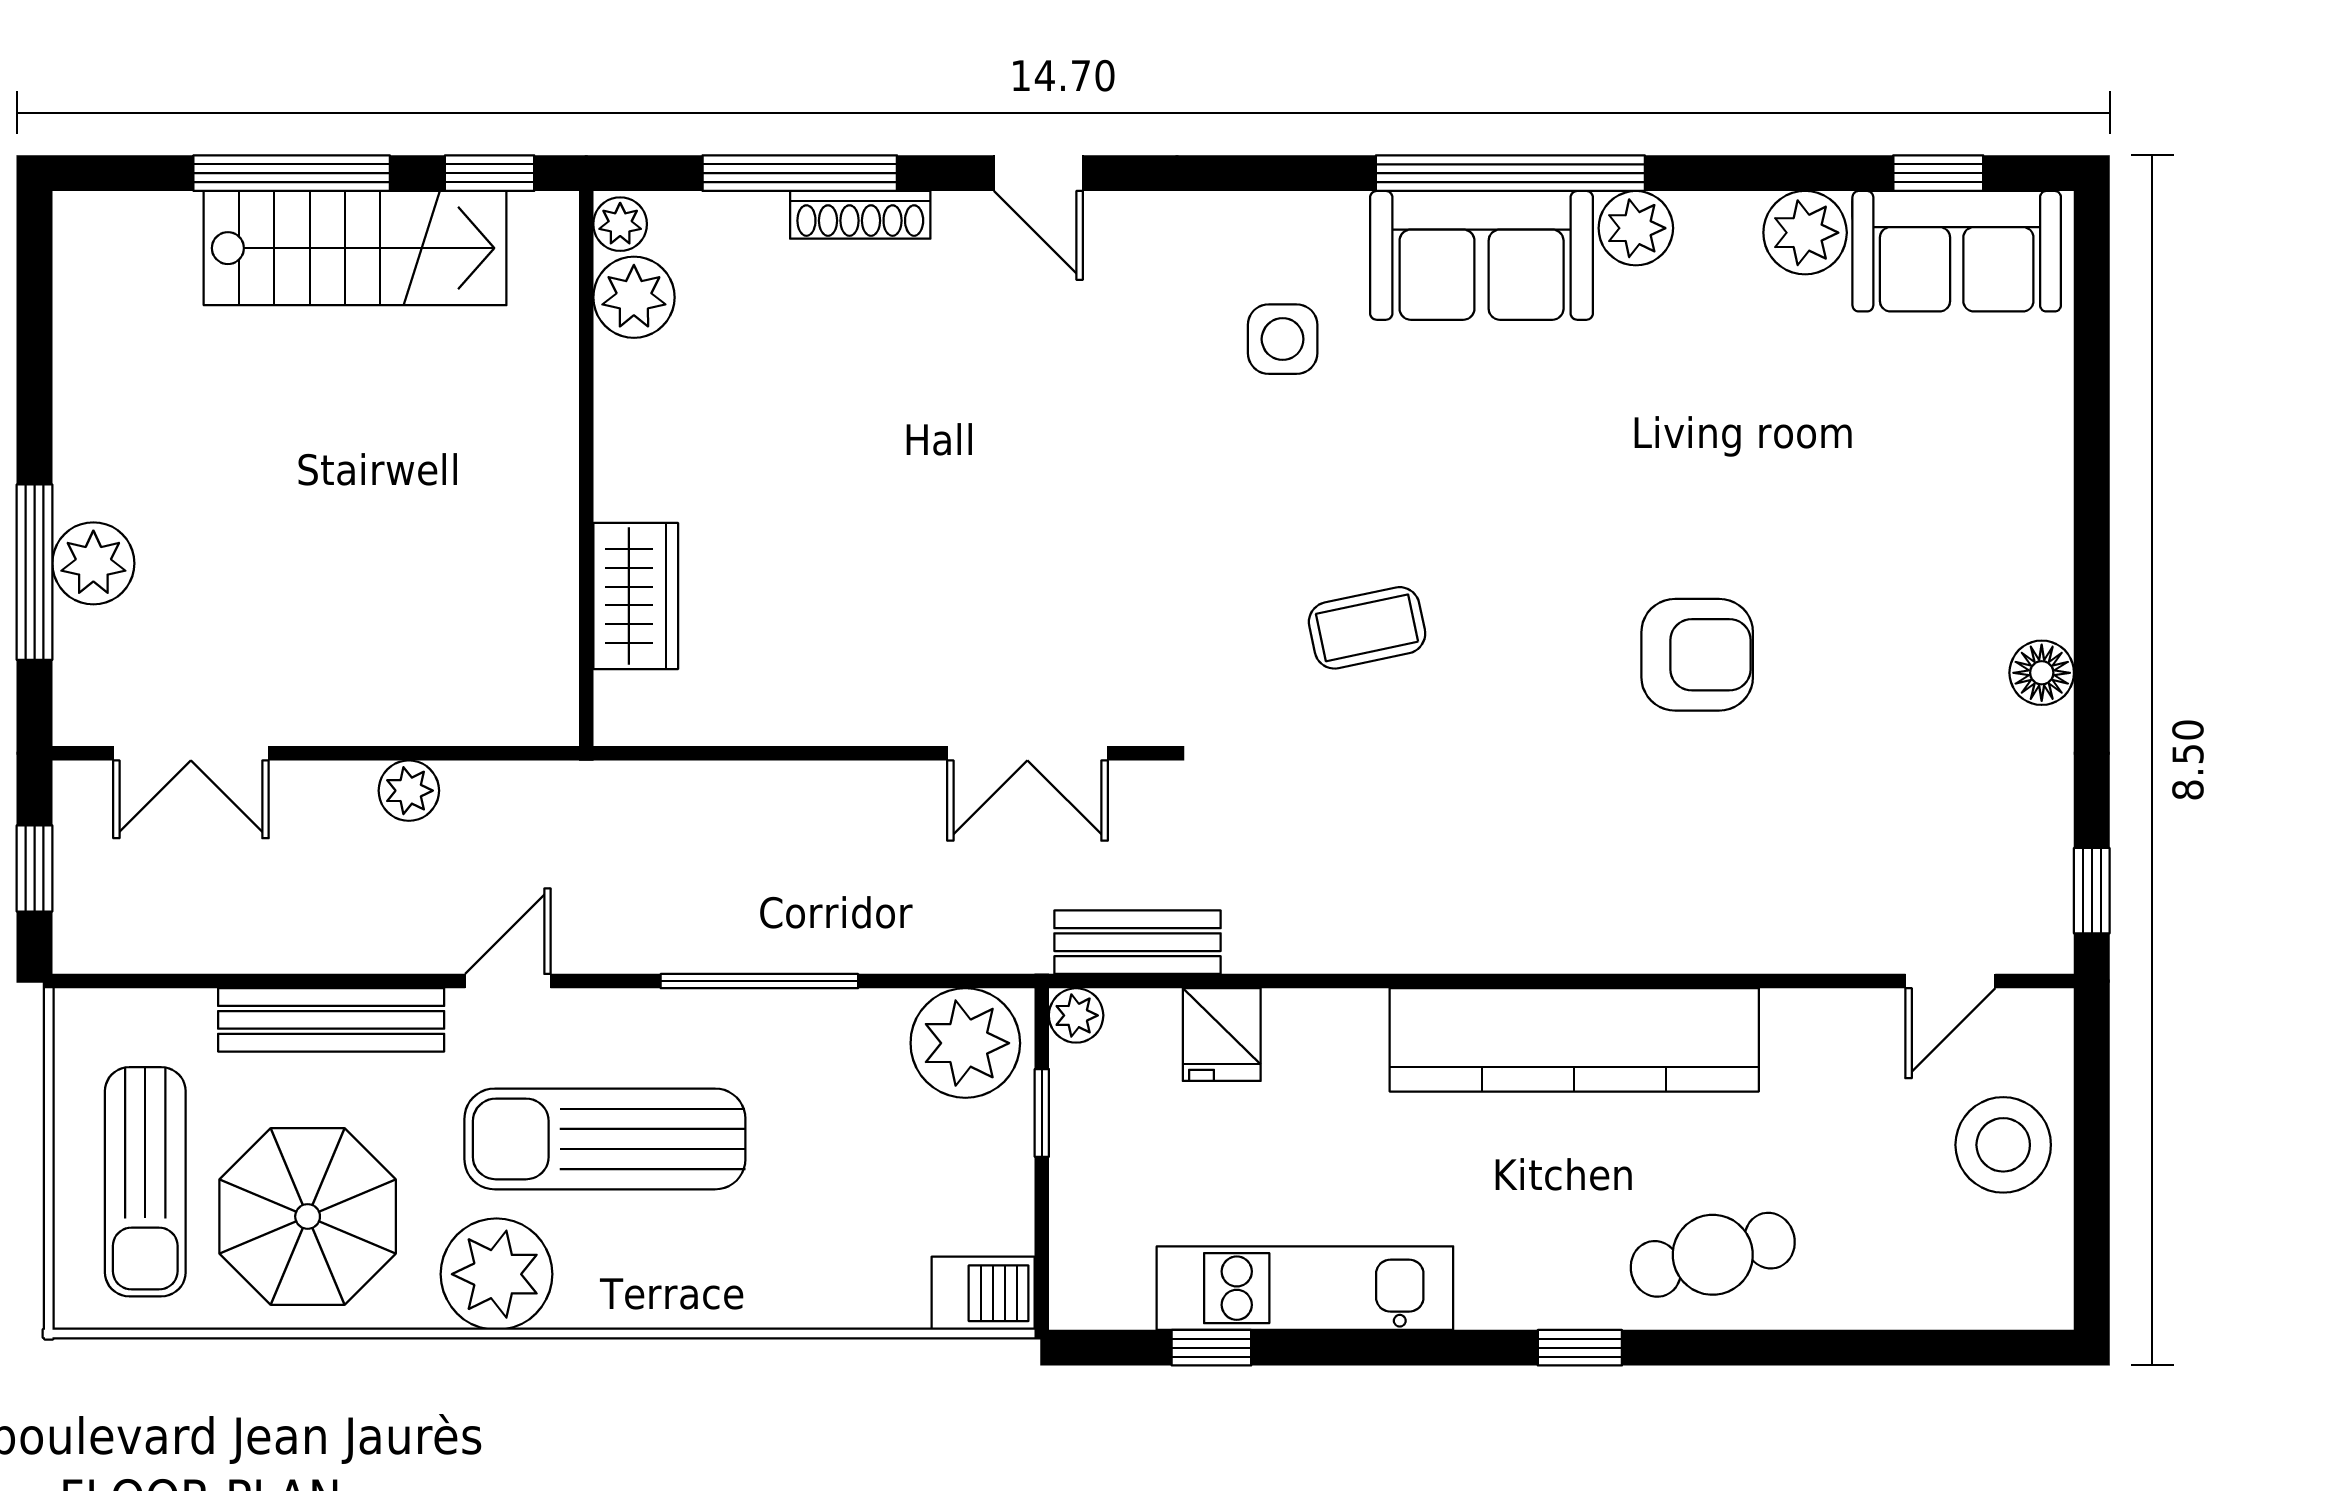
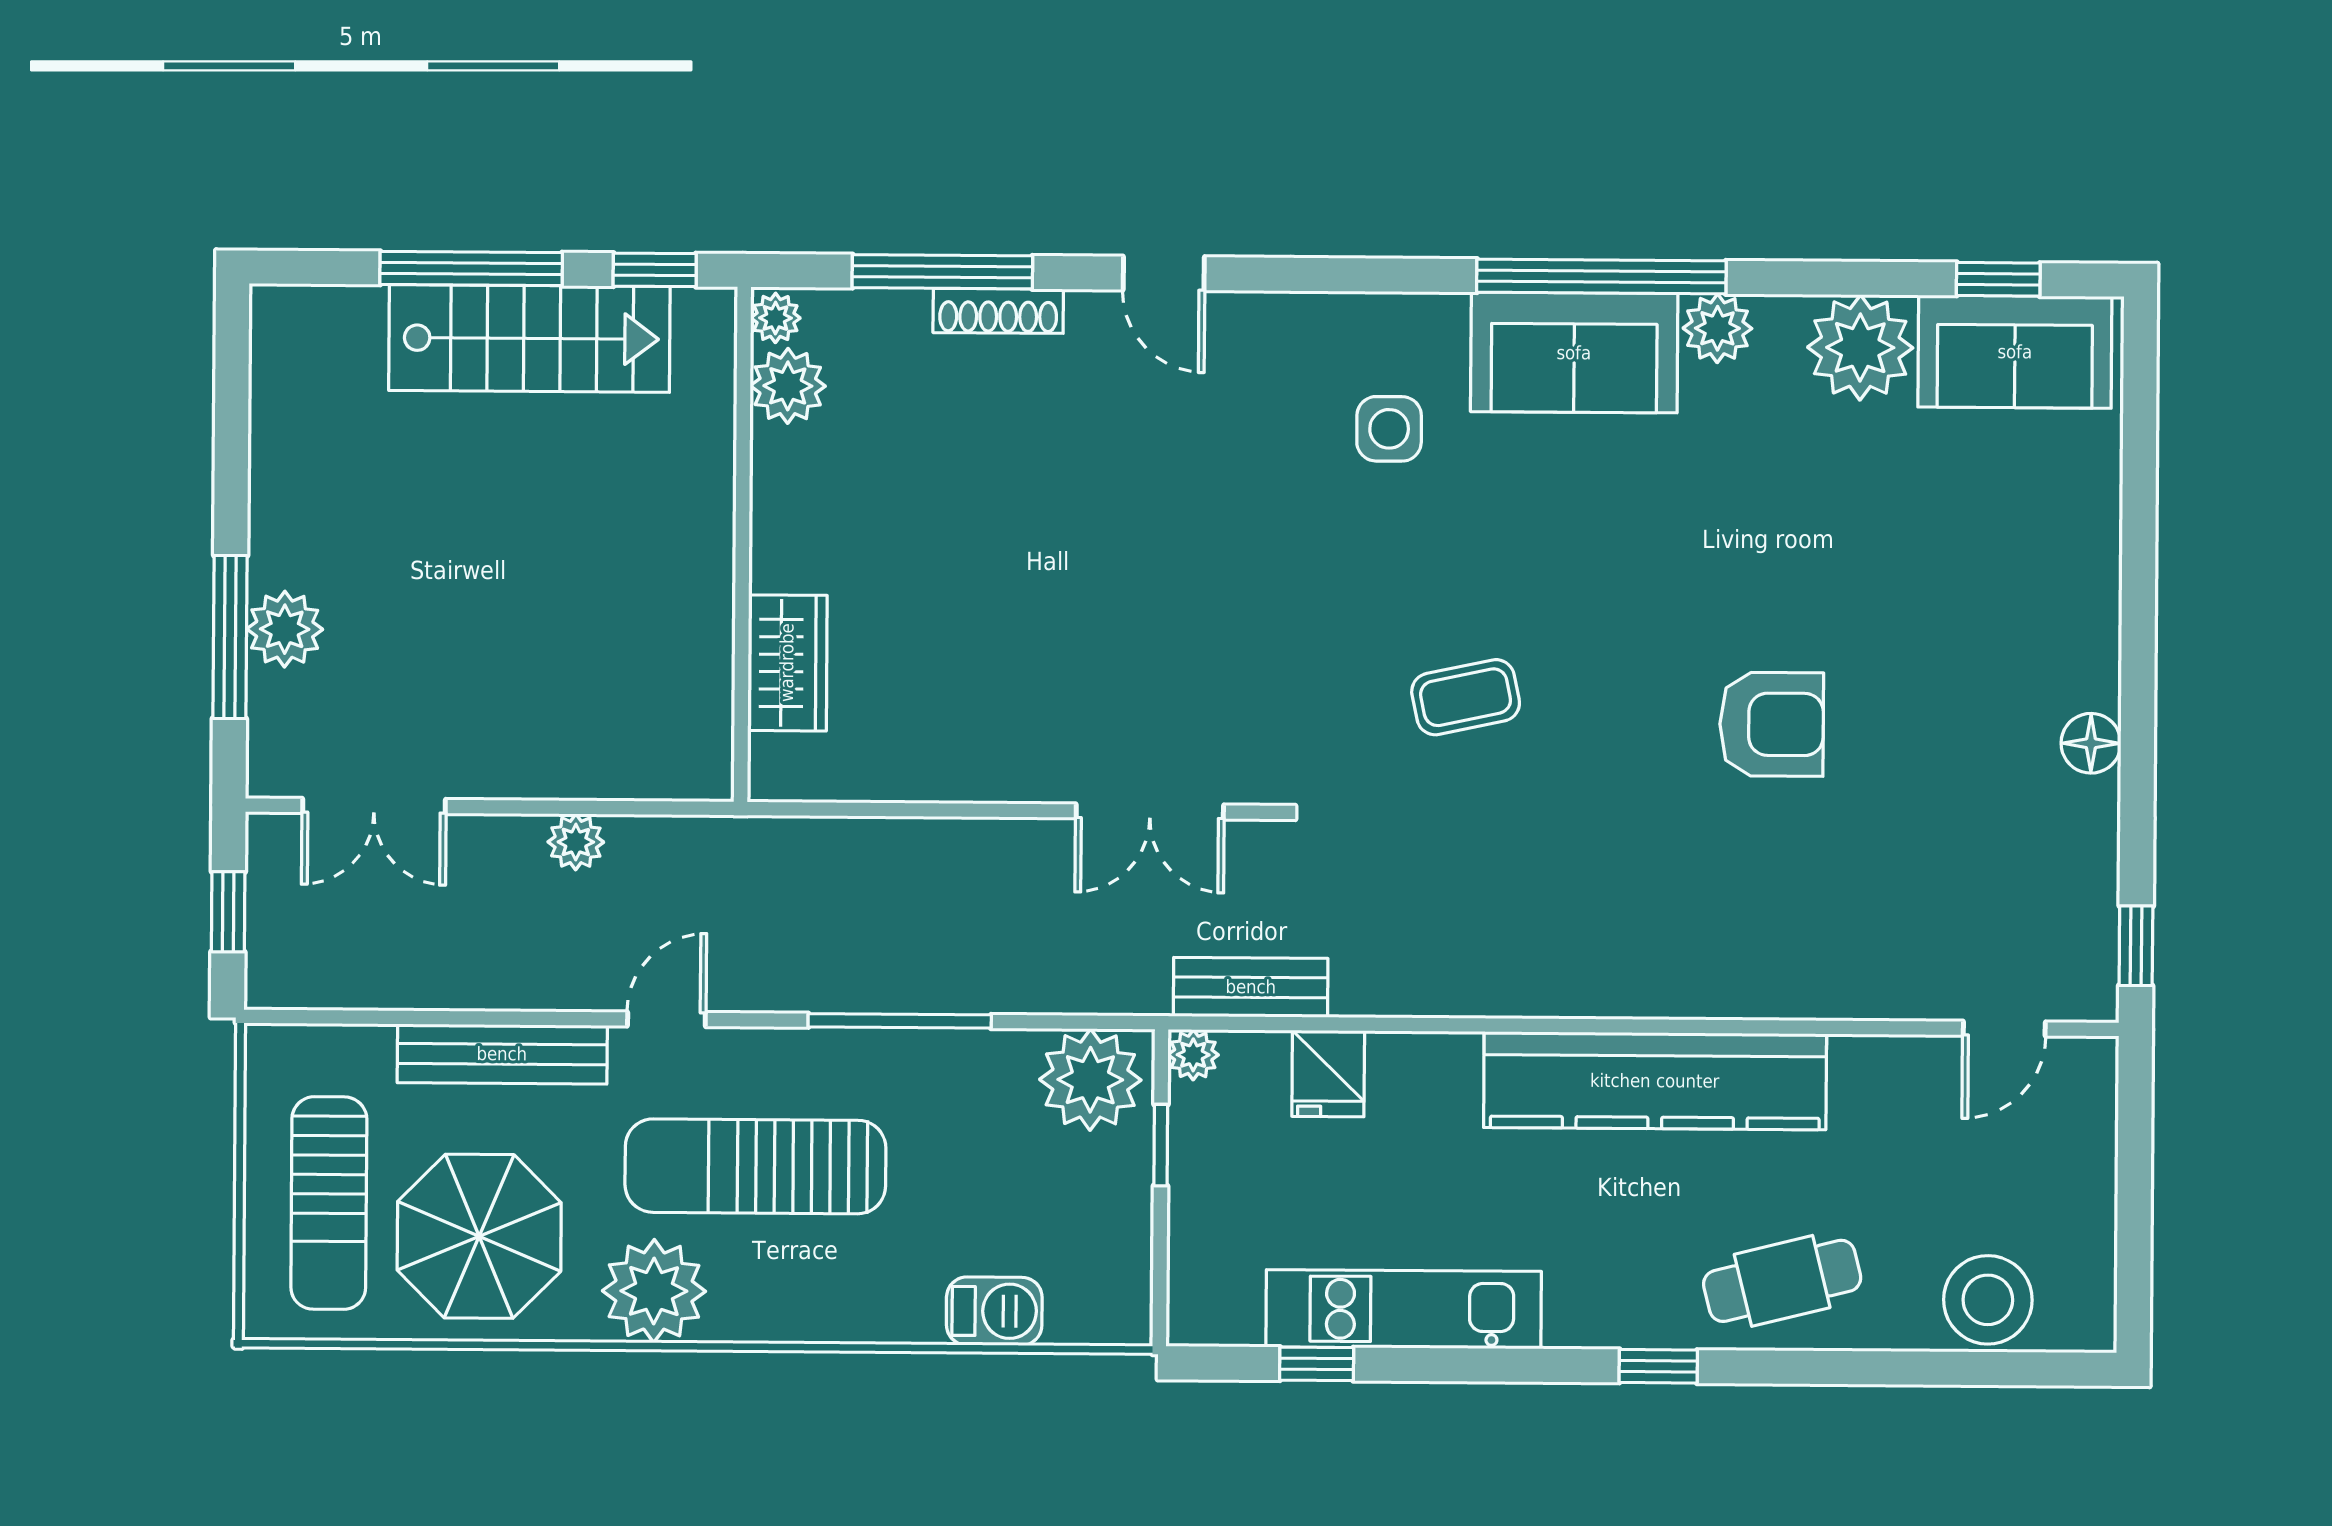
plant: (1805, 233) -> (1860, 348), width x1.36, depth x1.36
stool: (2003, 1145) -> (1988, 1300), moved
barbecue: (983, 1293) -> (994, 1311), moved

